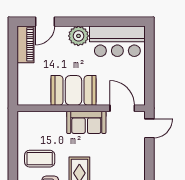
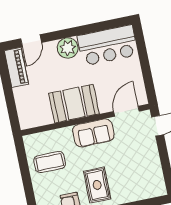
door: (122, 108) -> (126, 111), hinge flipped
coffee table: (40, 159) -> (50, 162), moved

